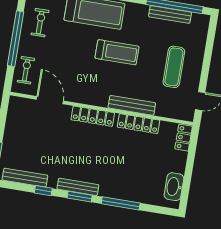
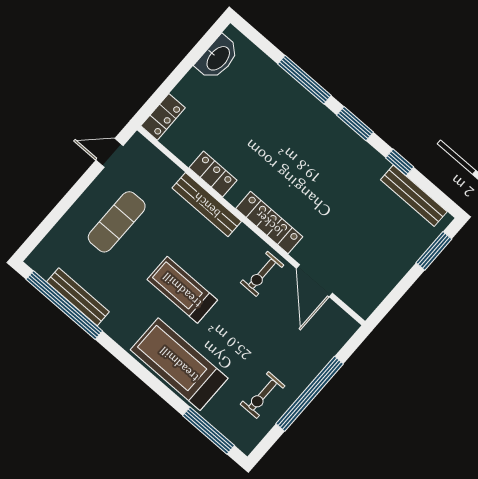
exercise bike: (26, 70) -> (262, 274), moved
locker: (138, 124) -> (213, 174), width x0.66
bench: (78, 187) -> (349, 138), removed

